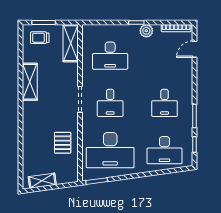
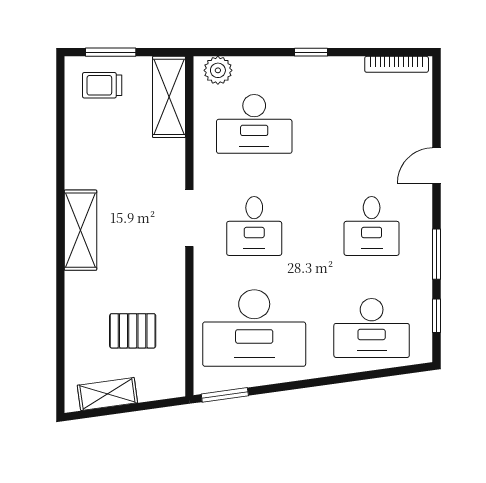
plant: (146, 31) -> (218, 70), moved
door: (195, 49) -> (436, 166), moved
shelving: (30, 82) -> (81, 230), moved
pallet: (63, 143) -> (133, 331), moved, turned 90

